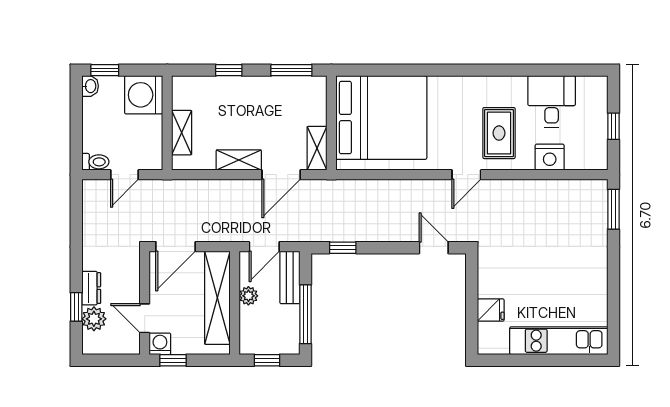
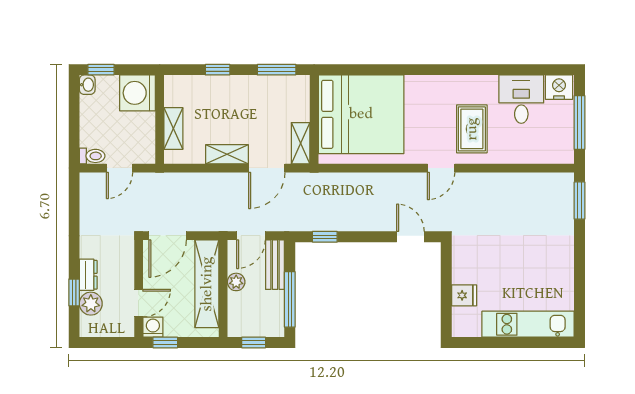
window: (613, 126) -> (580, 122), width x2.17
nightstand: (550, 157) -> (559, 87), moved, turned 180
door: (145, 318) -> (139, 303), swing flipped

